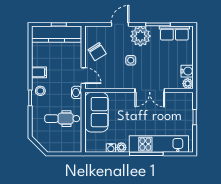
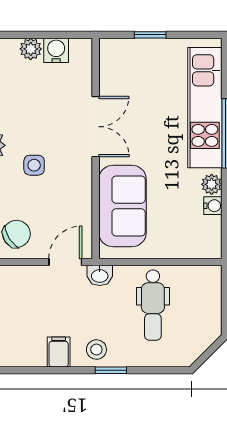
plant: (188, 84) -> (31, 49), moved
sofa: (96, 112) -> (122, 206), moved, turned 90

